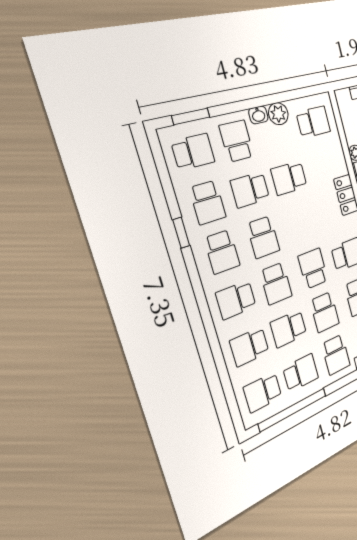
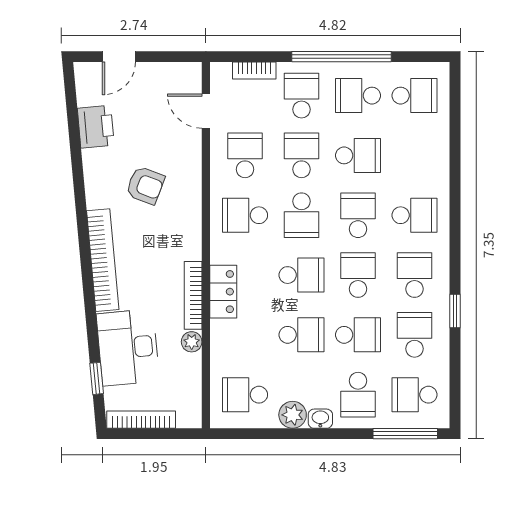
window: (191, 116) -> (405, 434), width x1.44
school desk: (250, 347) -> (302, 275), moved
window: (293, 410) -> (341, 57), moved

